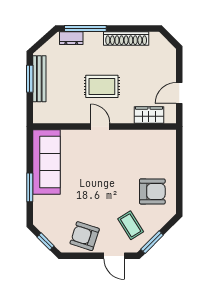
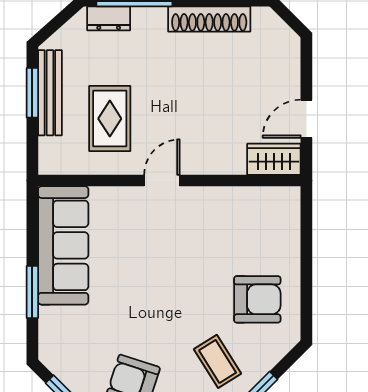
rug: (102, 86) -> (110, 119), moved, turned 90
wardrobe: (149, 115) -> (274, 159), moved
door: (100, 127) -> (162, 180), hinge flipped

